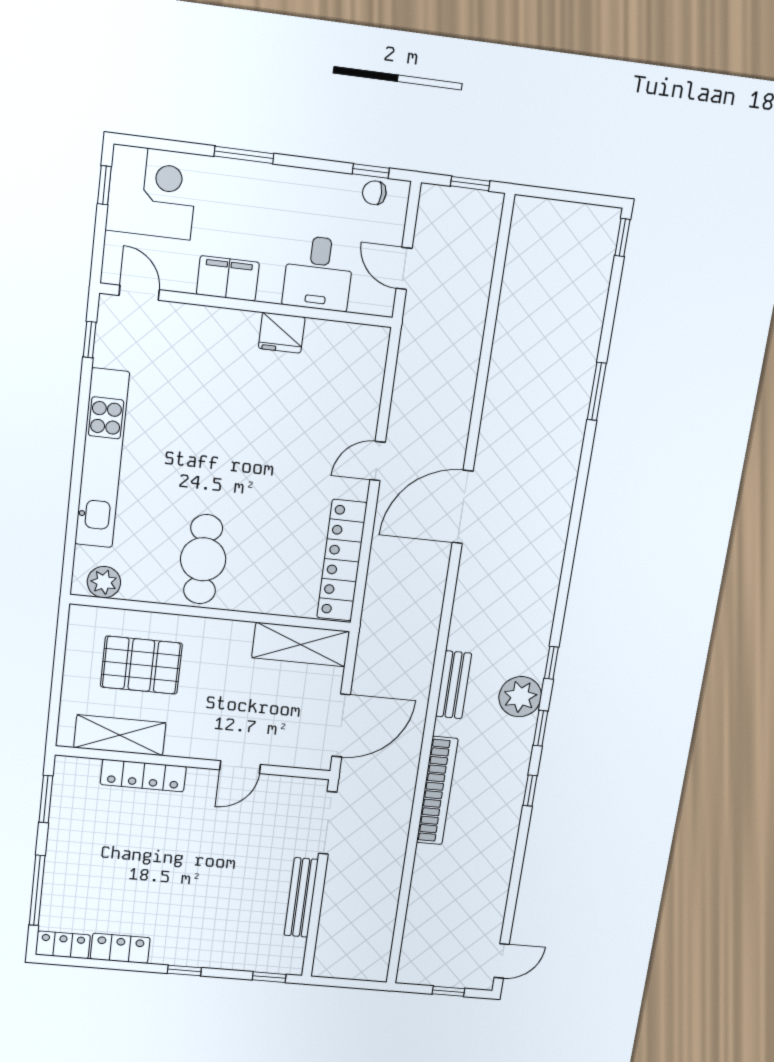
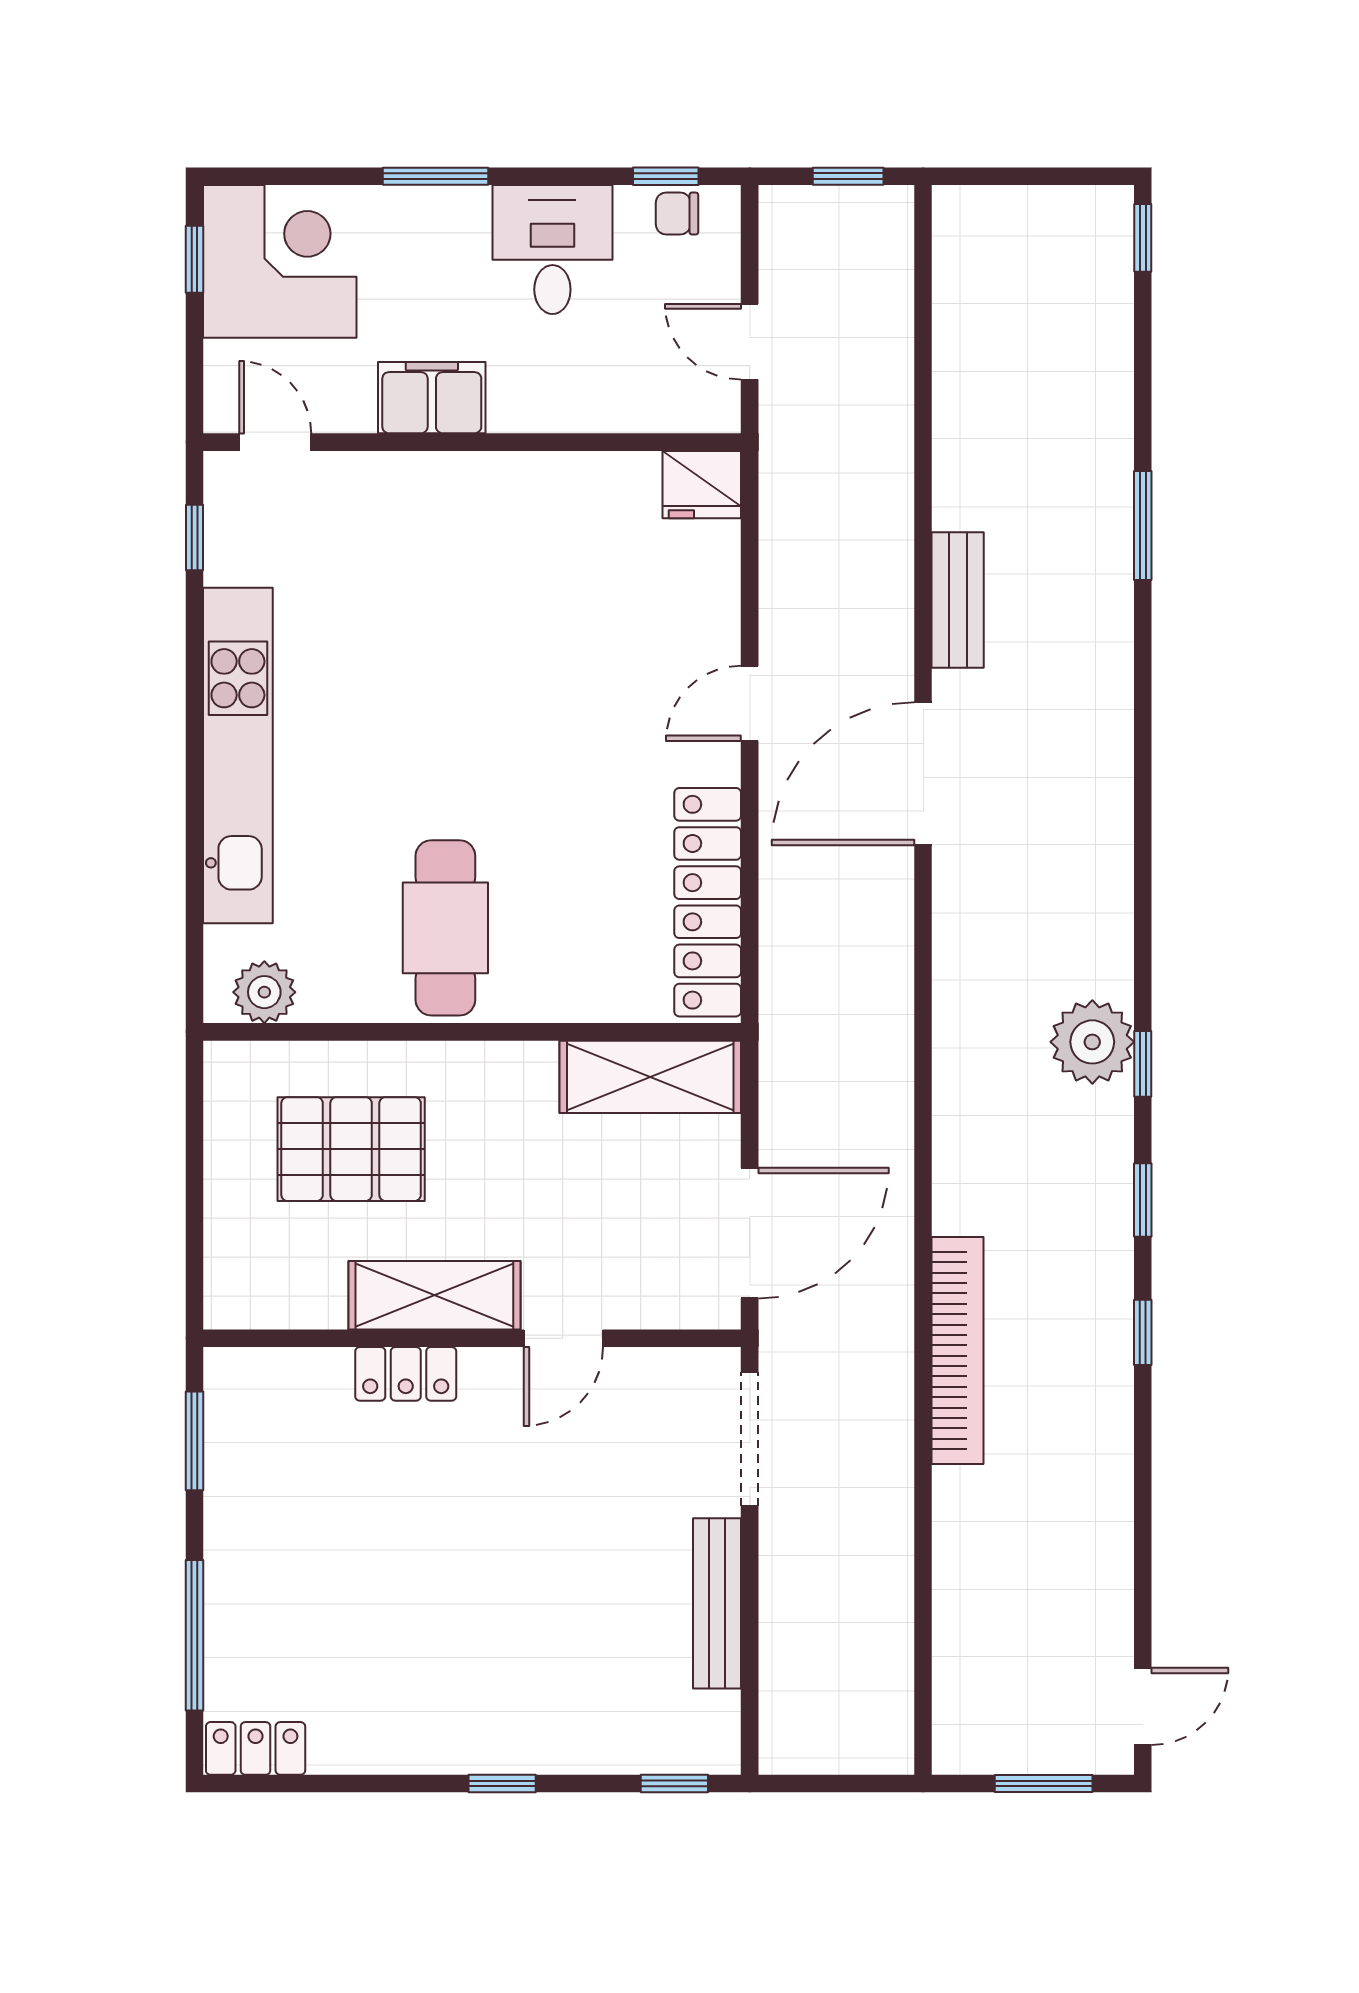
desk: (318, 273) -> (552, 249), moved, turned 180
fridge: (282, 333) -> (702, 485), moved
bench: (454, 685) -> (958, 600), moved
plant: (520, 697) -> (1092, 1042), moved
shelving: (120, 735) -> (434, 1295), moved
locker: (143, 776) -> (406, 1374), width x0.66
locker: (120, 948) -> (369, 1746), removed
window: (448, 991) -> (1044, 1784), width x1.50

